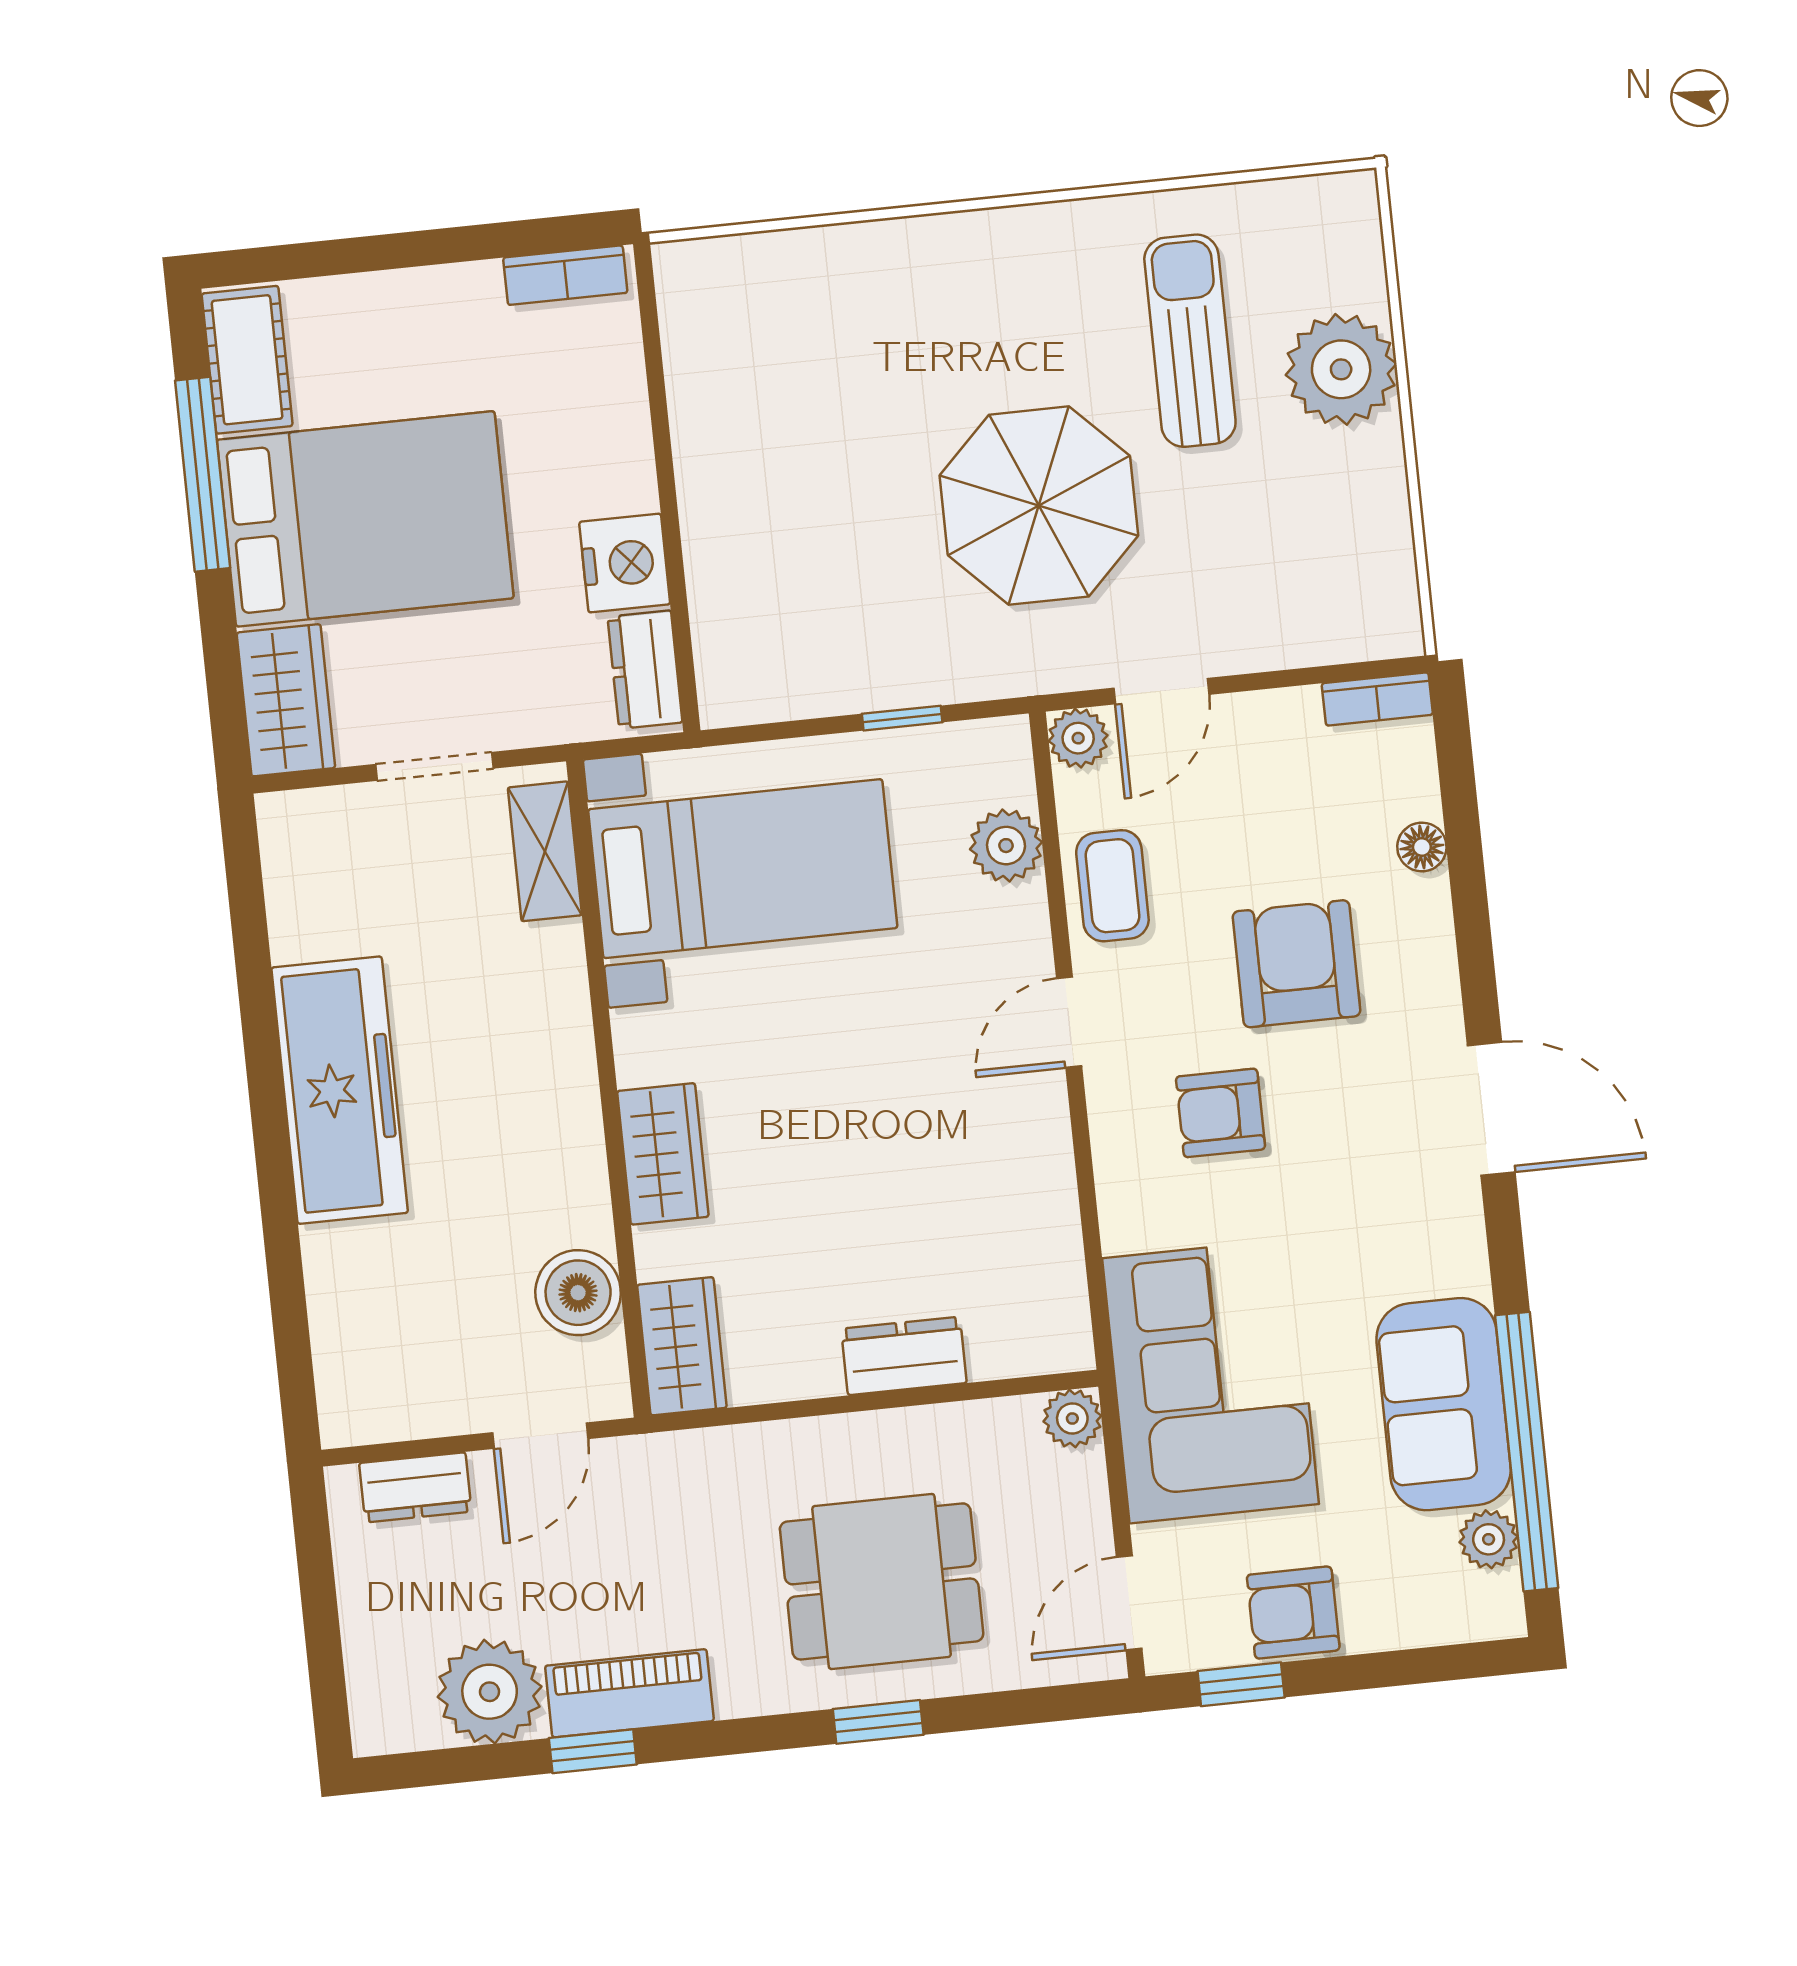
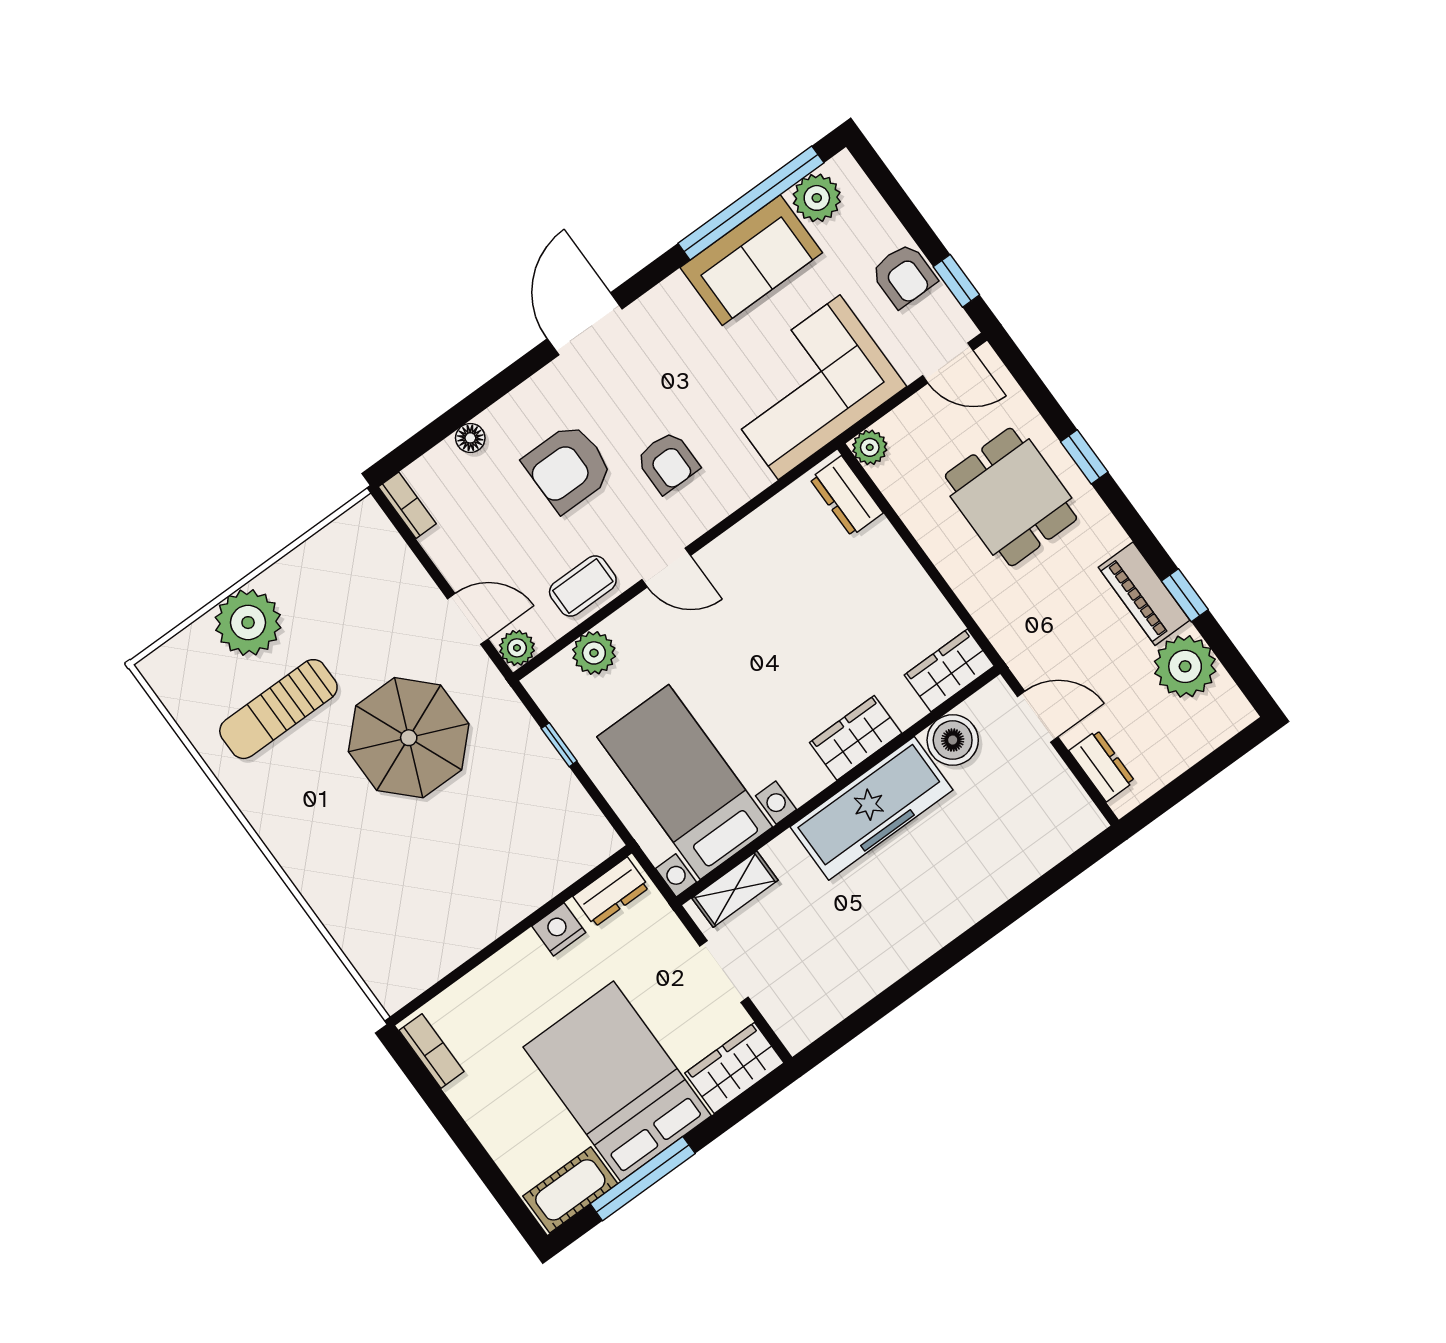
nightstand: (625, 563) -> (559, 929), width x0.74, depth x0.75
freezer: (340, 1090) -> (872, 808), moved, turned 180
dresser: (904, 1356) -> (846, 496), moved
plant: (1489, 1539) -> (817, 198), width x1.38, depth x1.38

